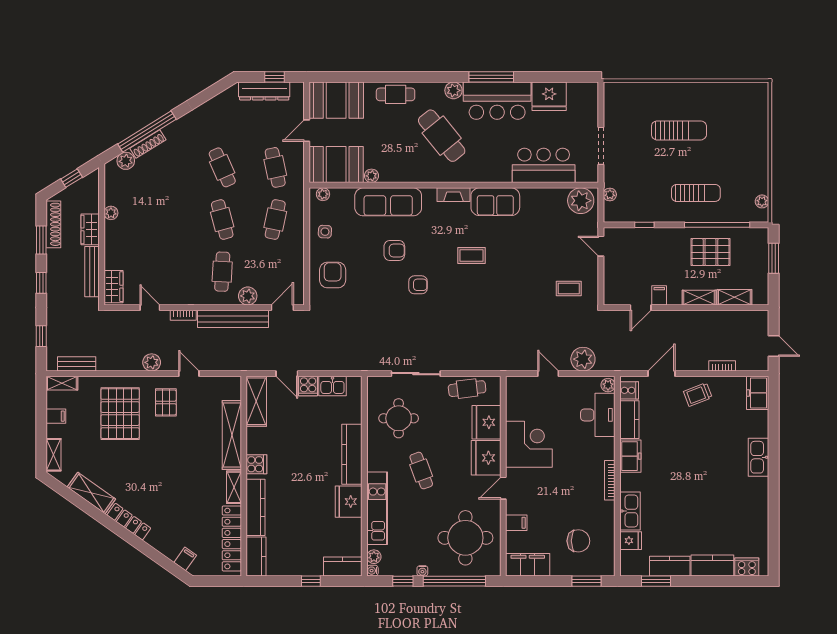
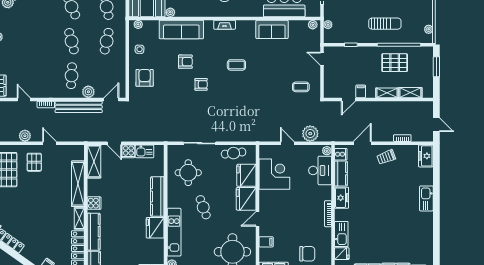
plant: (581, 201) -> (313, 25), width x0.53, depth x0.53
sofa: (495, 202) -> (272, 29), moved
corner desk: (529, 444) -> (274, 174), moved

